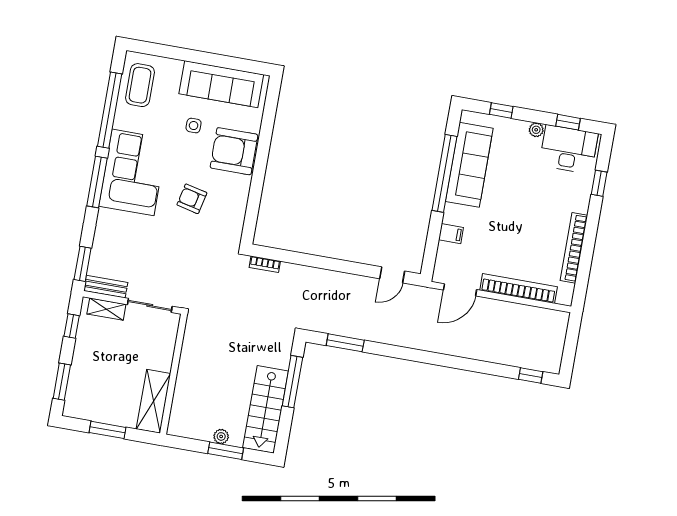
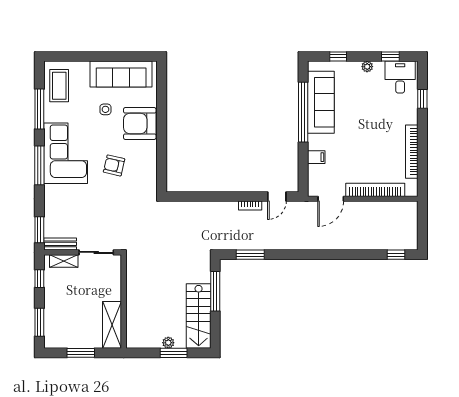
window: (110, 110) -> (39, 109), width x0.68
desk: (569, 149) -> (400, 77), width x0.73
bookcase: (265, 264) -> (250, 206), moved

